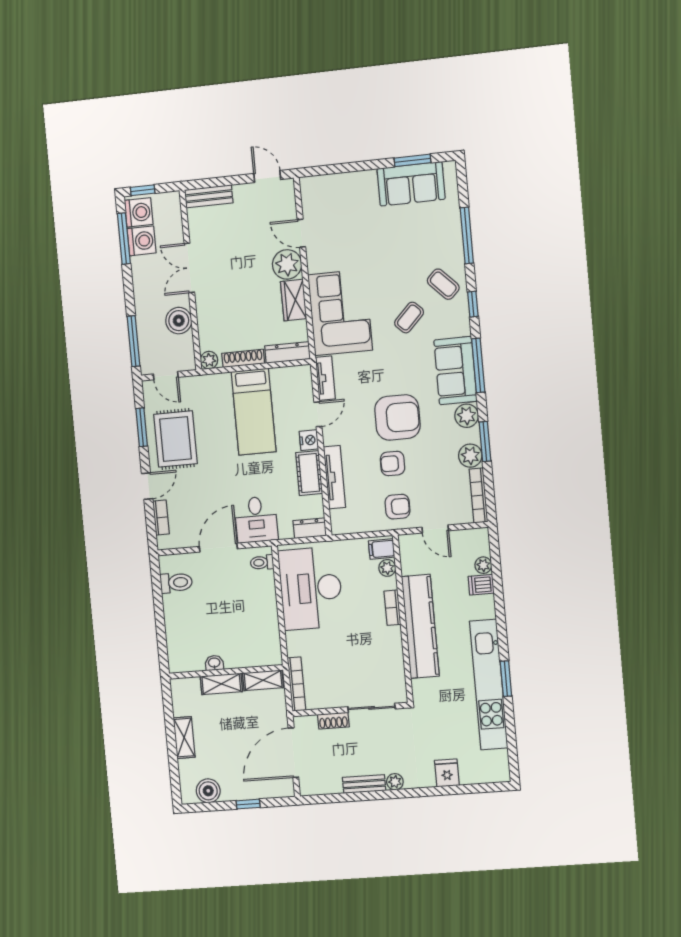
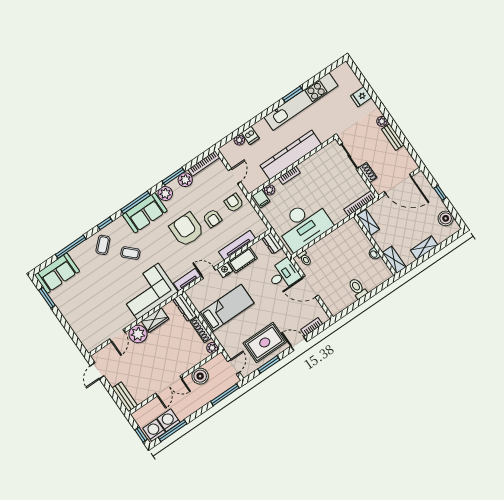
sofa: (411, 184) -> (57, 273), moved, turned 90
toilet: (176, 583) -> (358, 288), moved
shelving: (221, 684) -> (394, 260), moved

